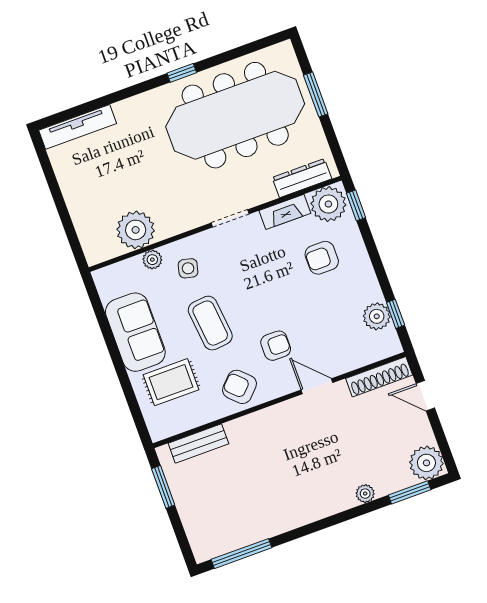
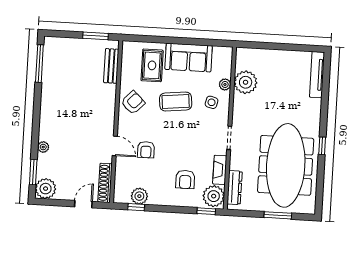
armchair: (322, 258) -> (185, 179), turned 180
armchair: (276, 346) -> (146, 150), moved
door: (317, 386) -> (115, 146), hinge flipped

